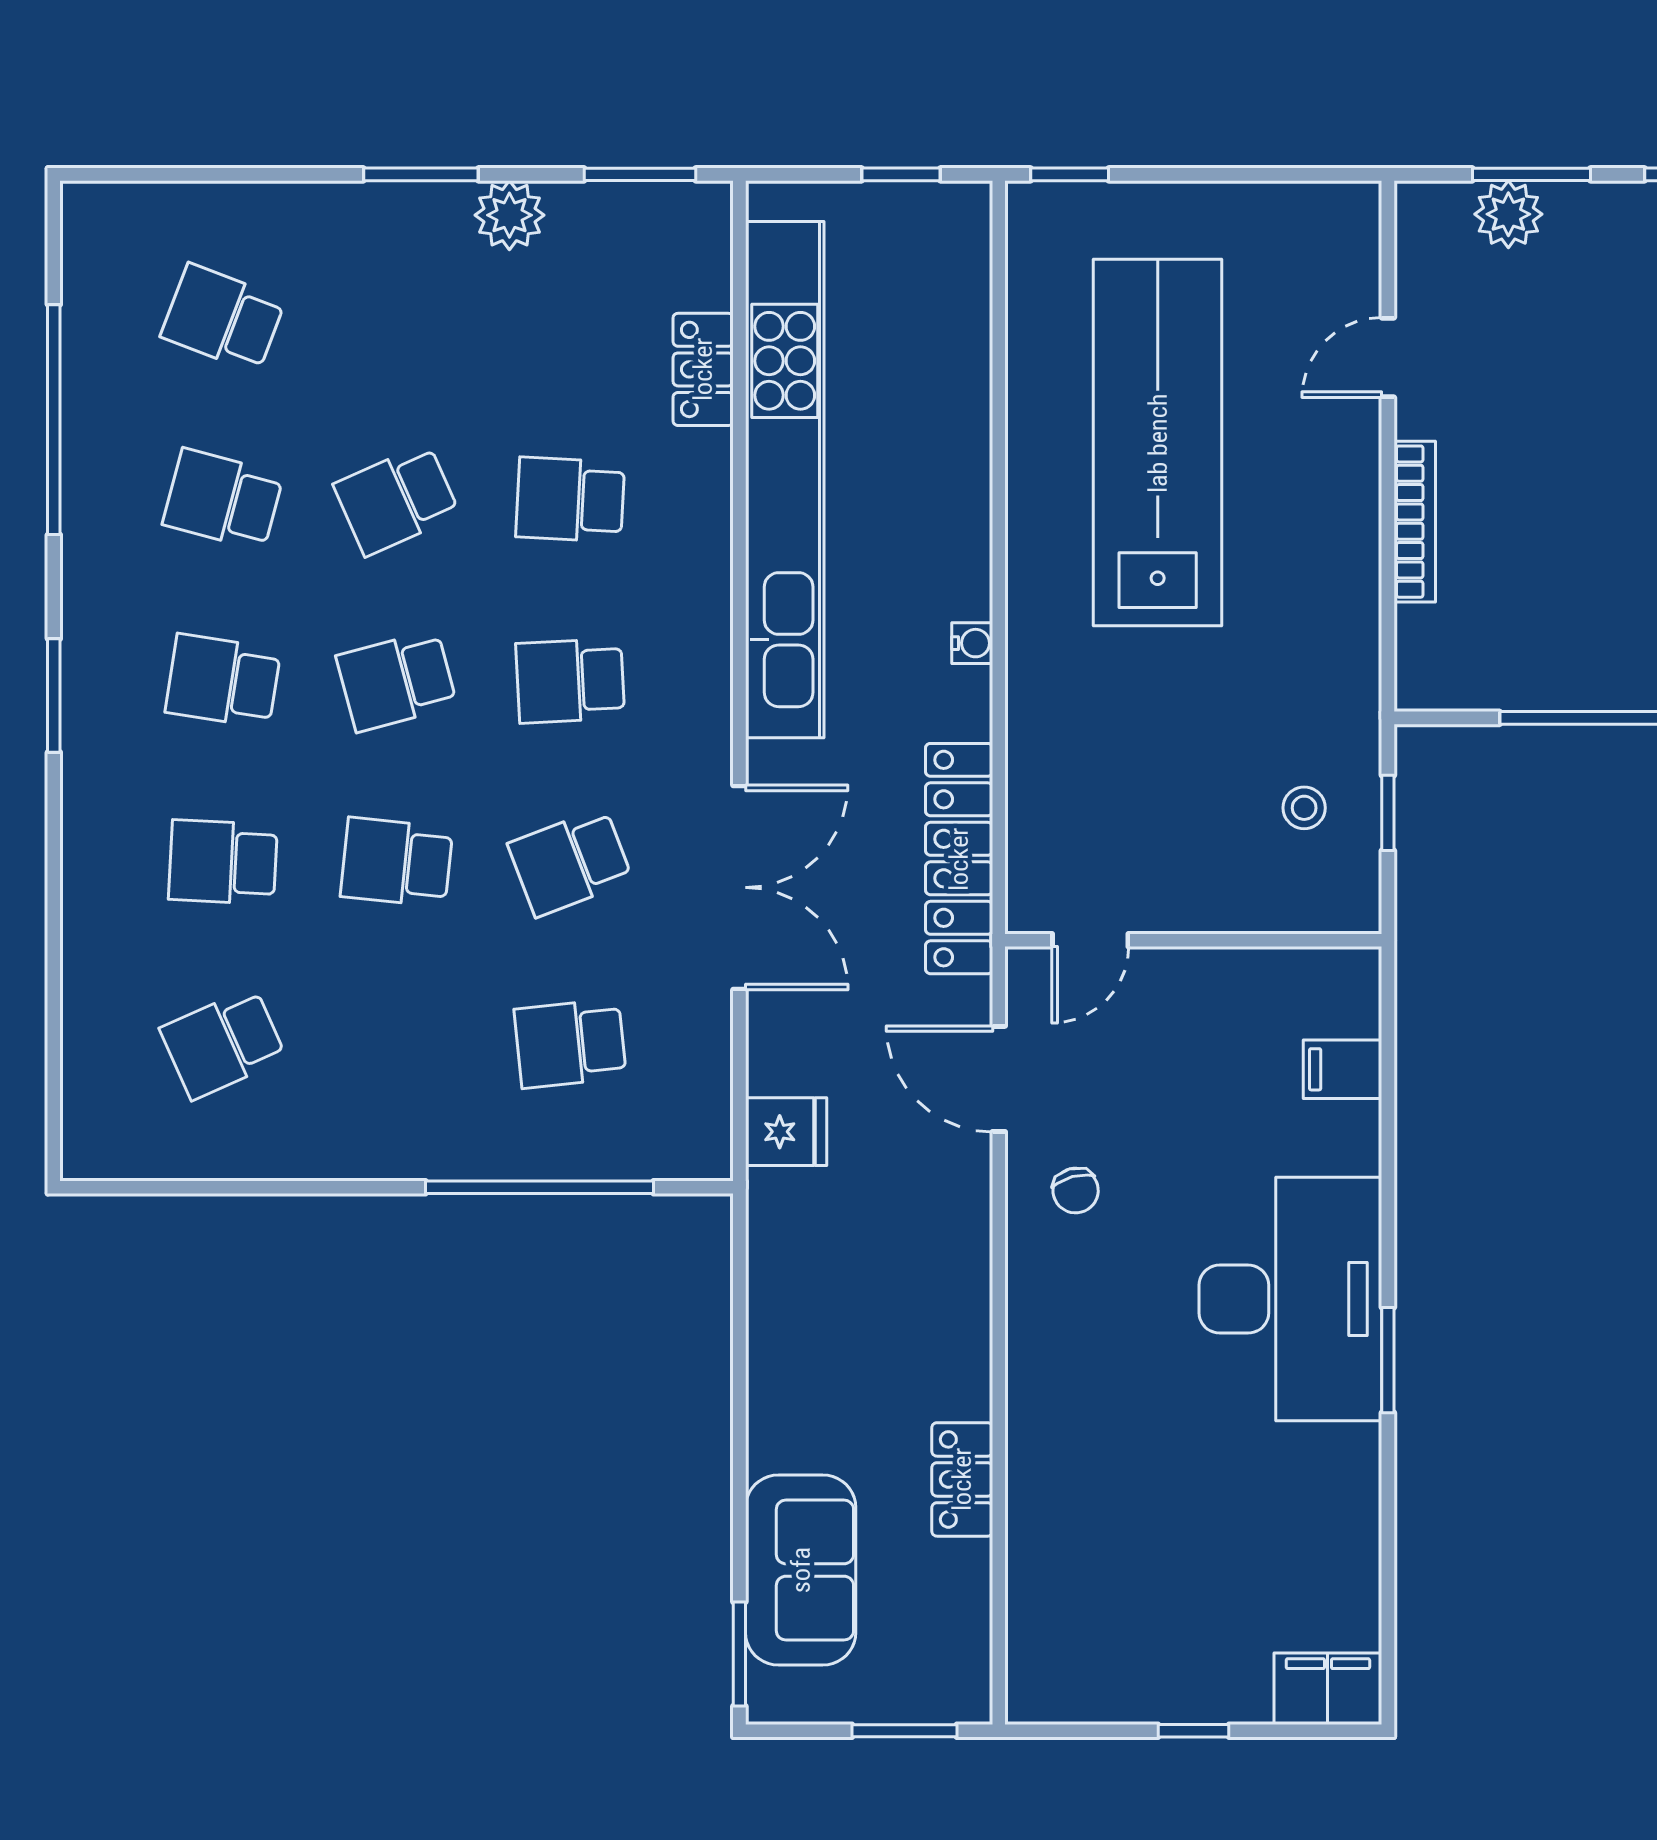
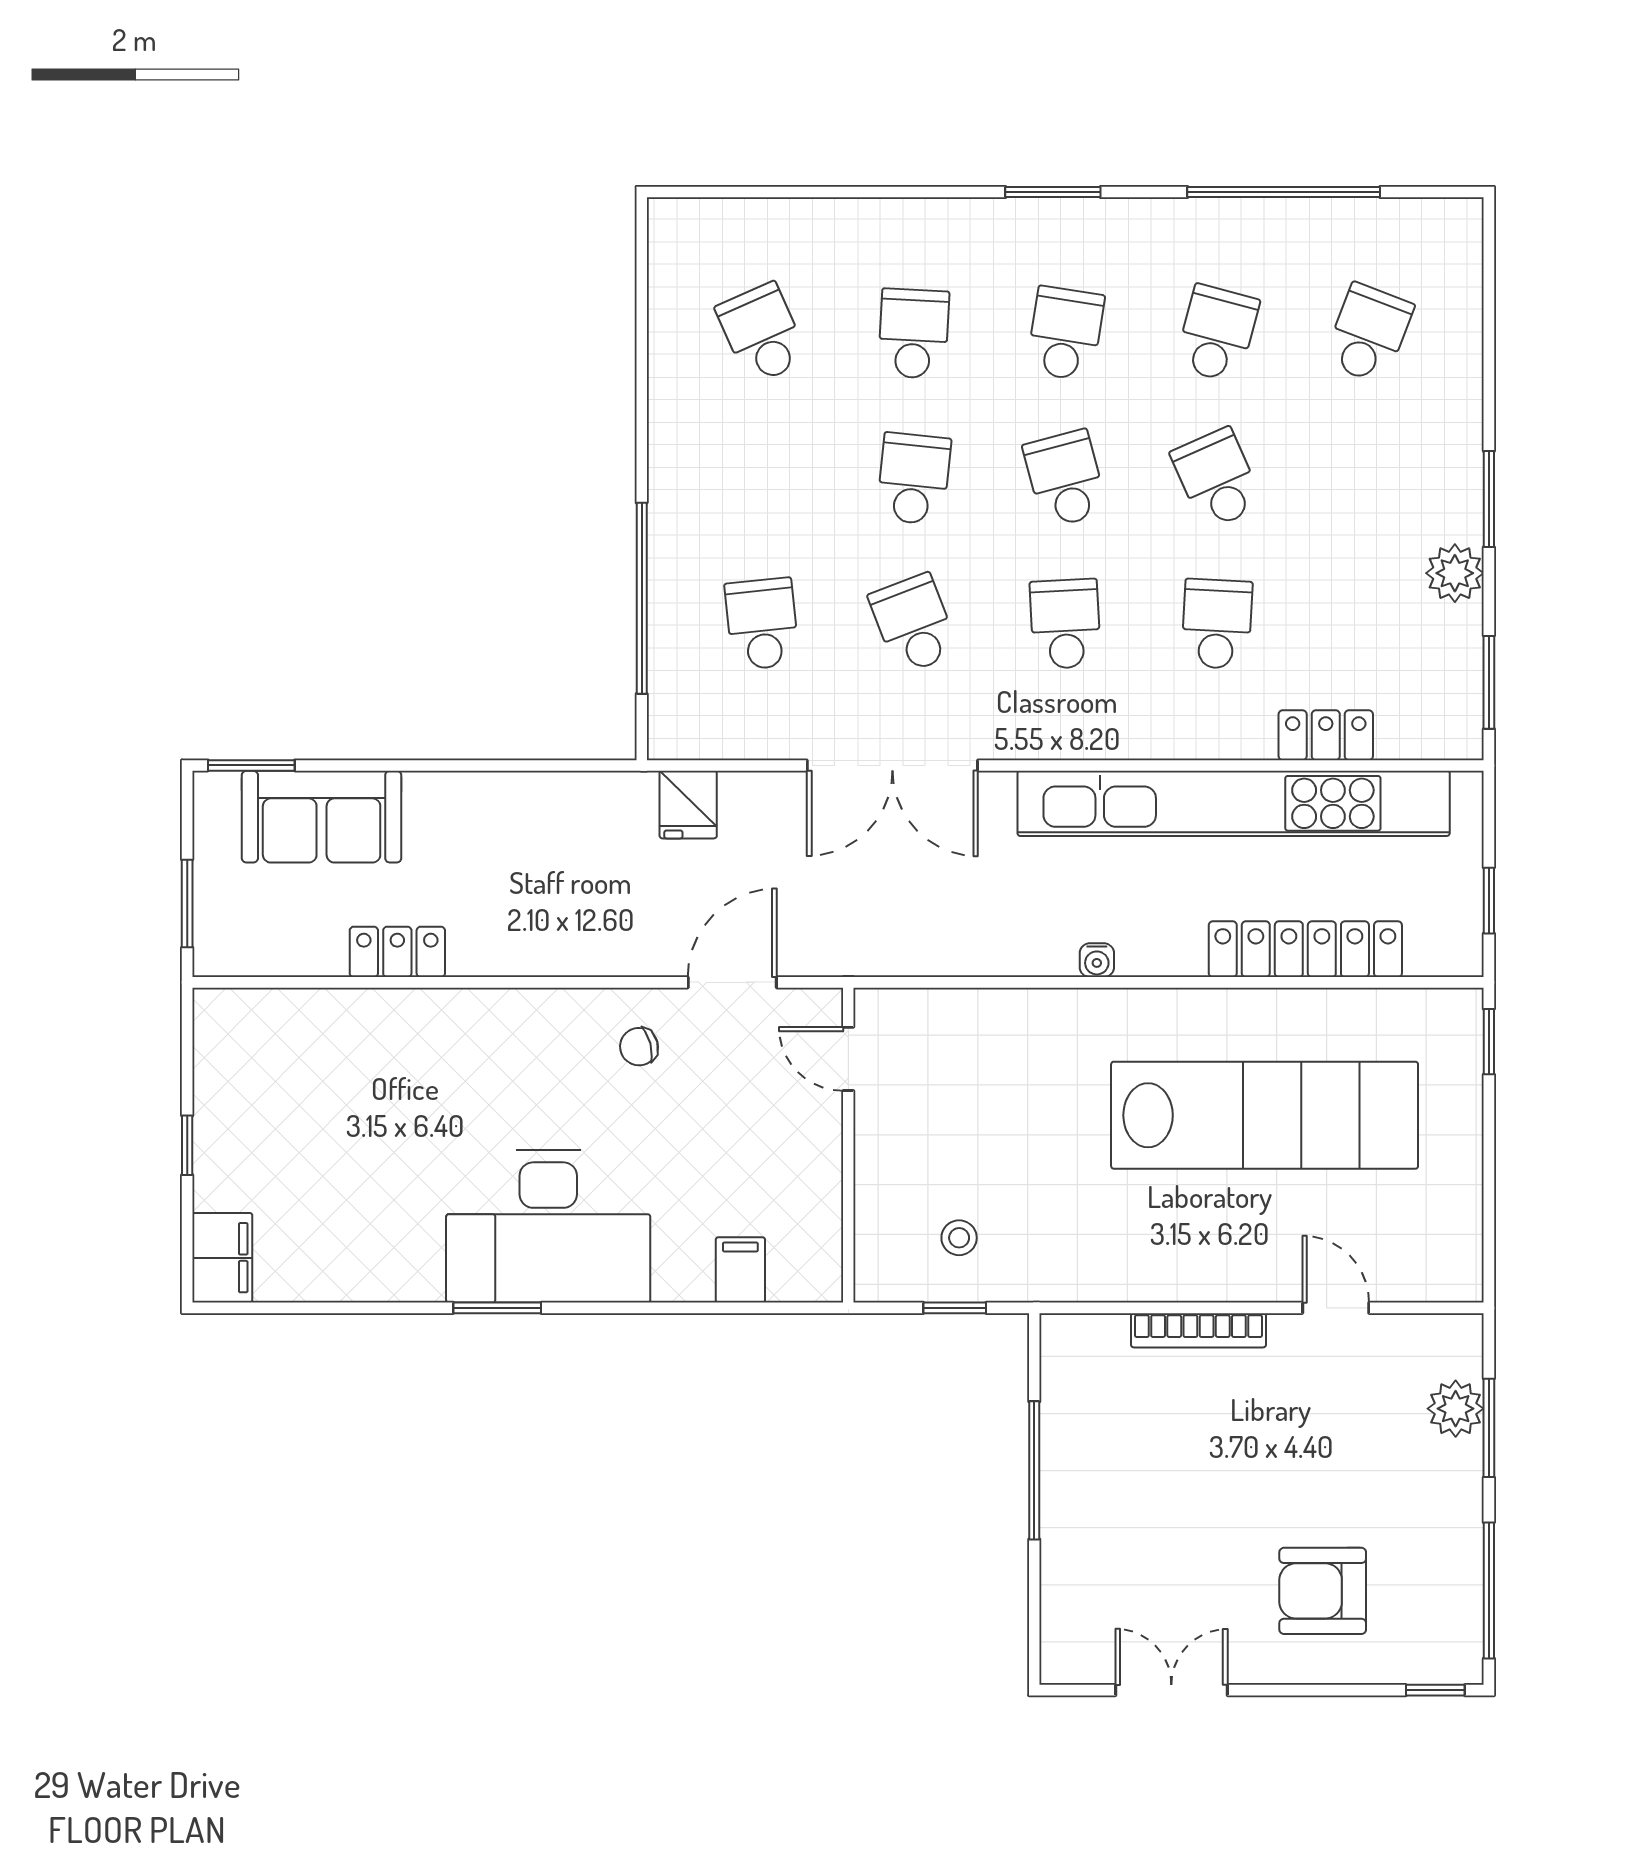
locker: (959, 859) -> (1305, 949), moved

